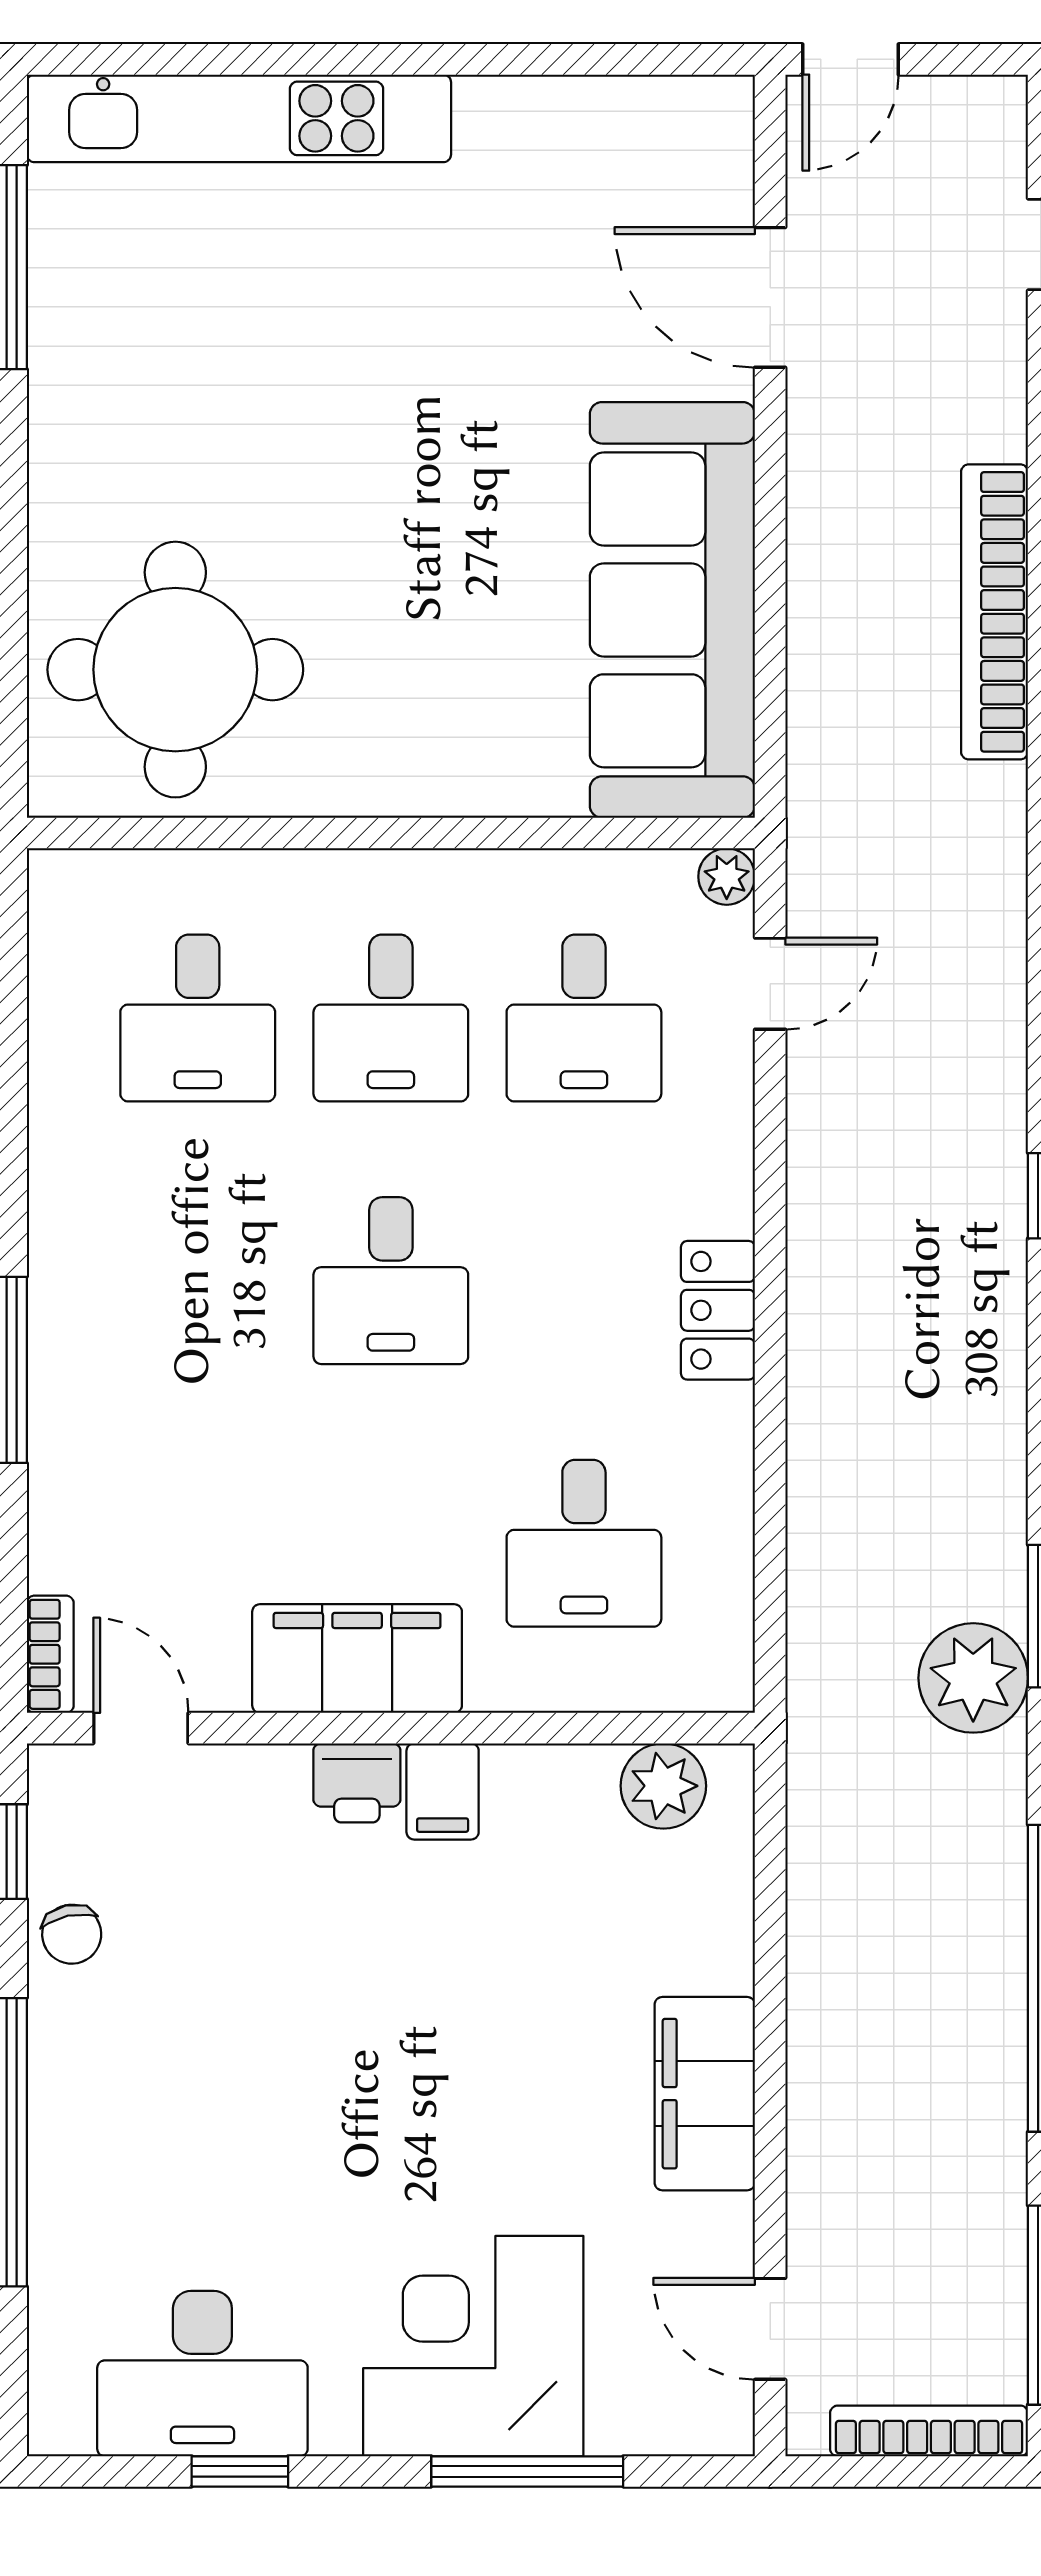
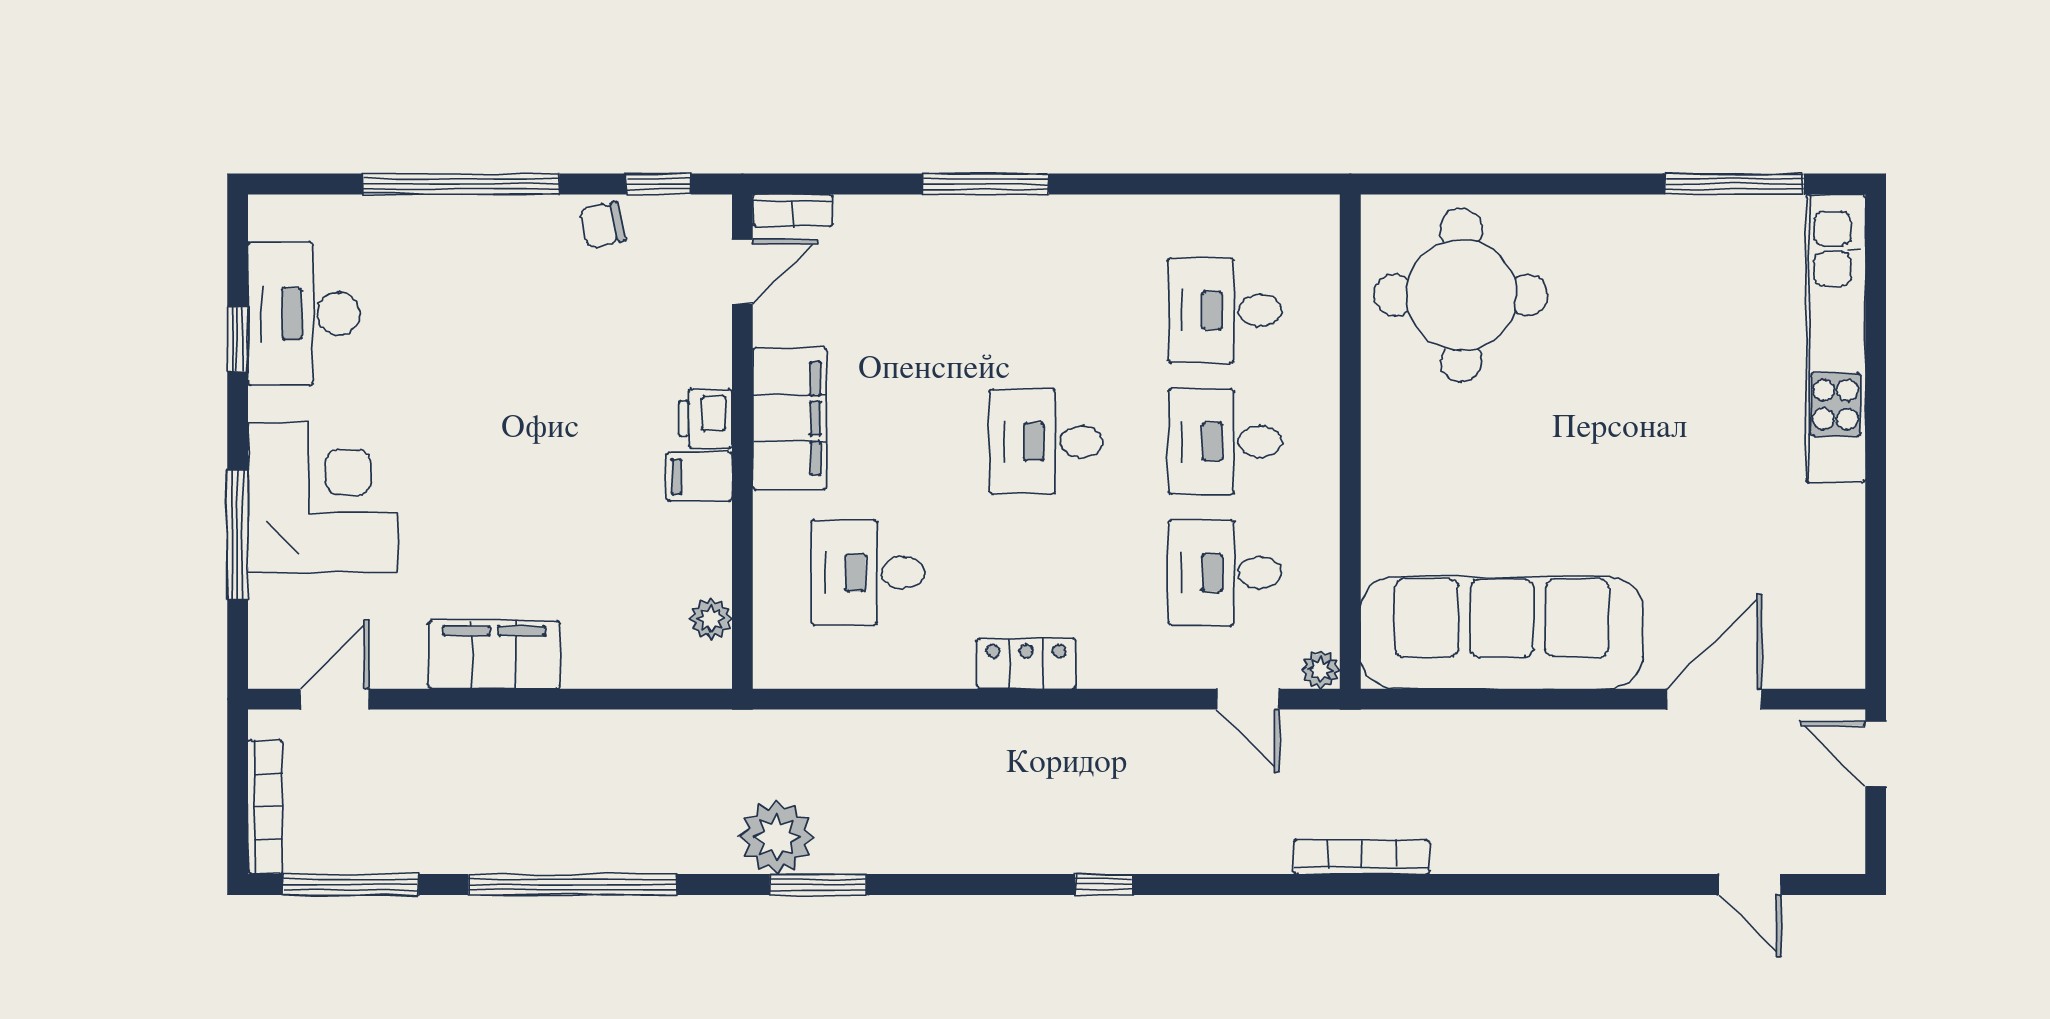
bookcase: (995, 612) -> (1361, 857), moved, width x0.68, depth x0.76
plant: (663, 1786) -> (711, 619), width x0.73, depth x0.73

